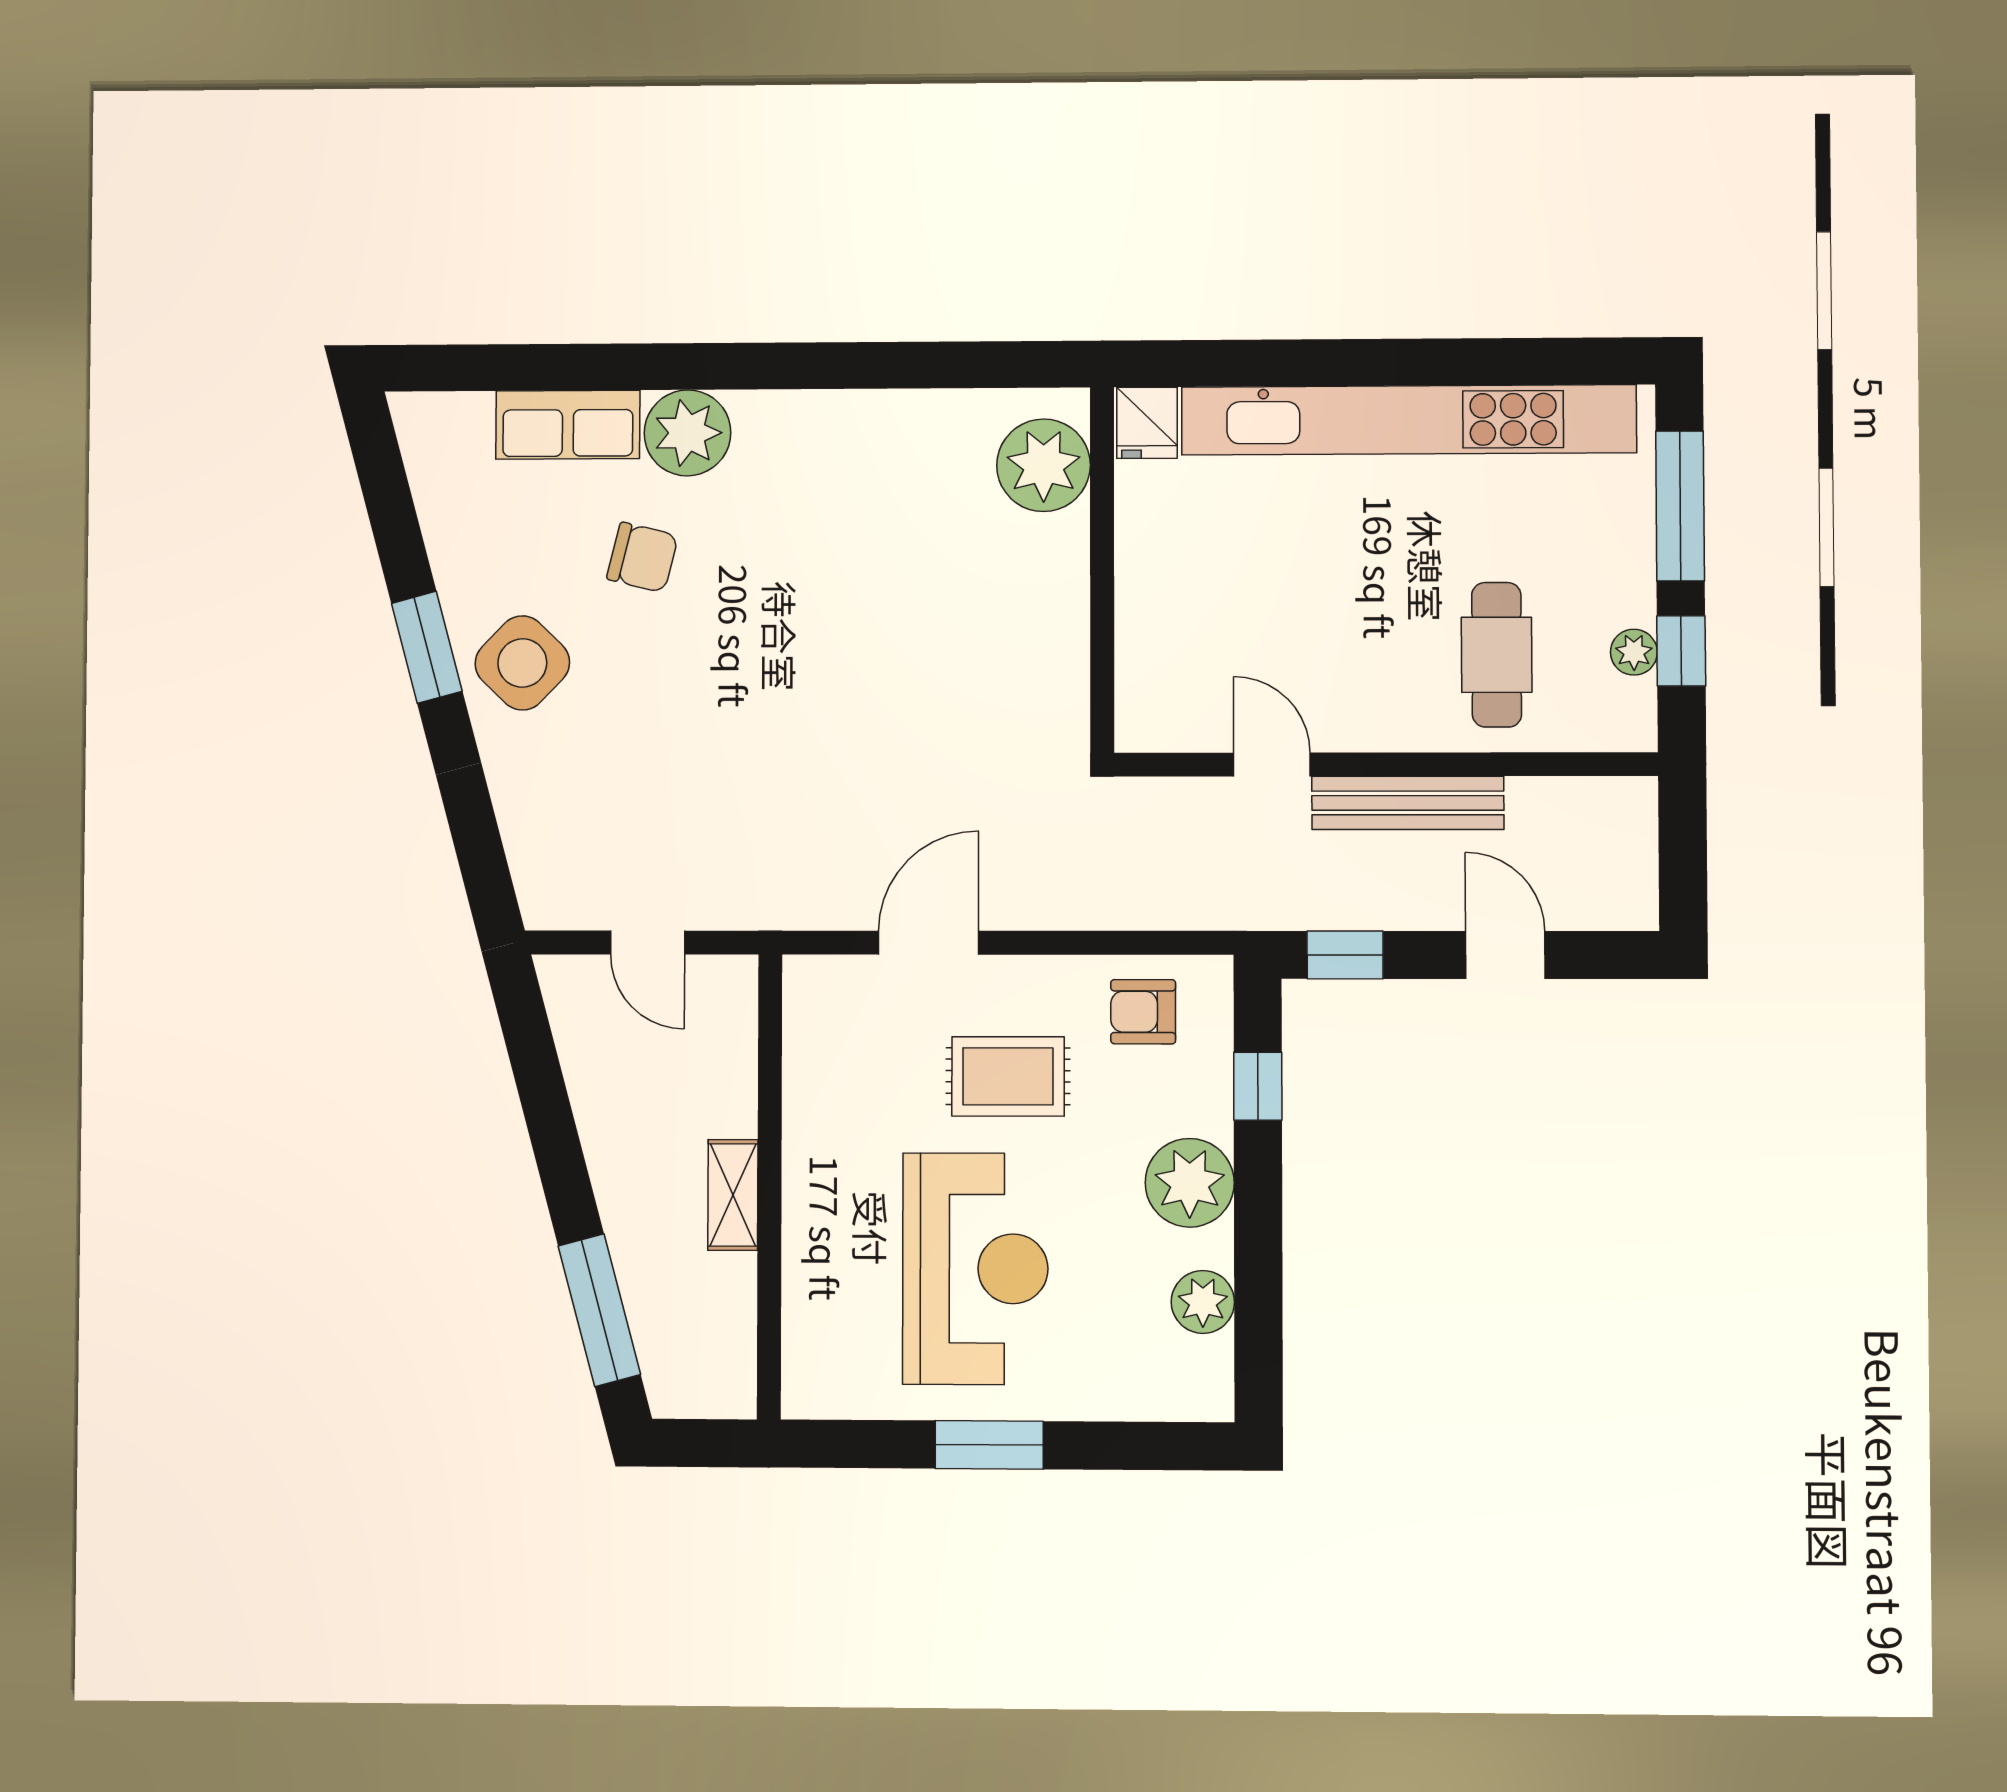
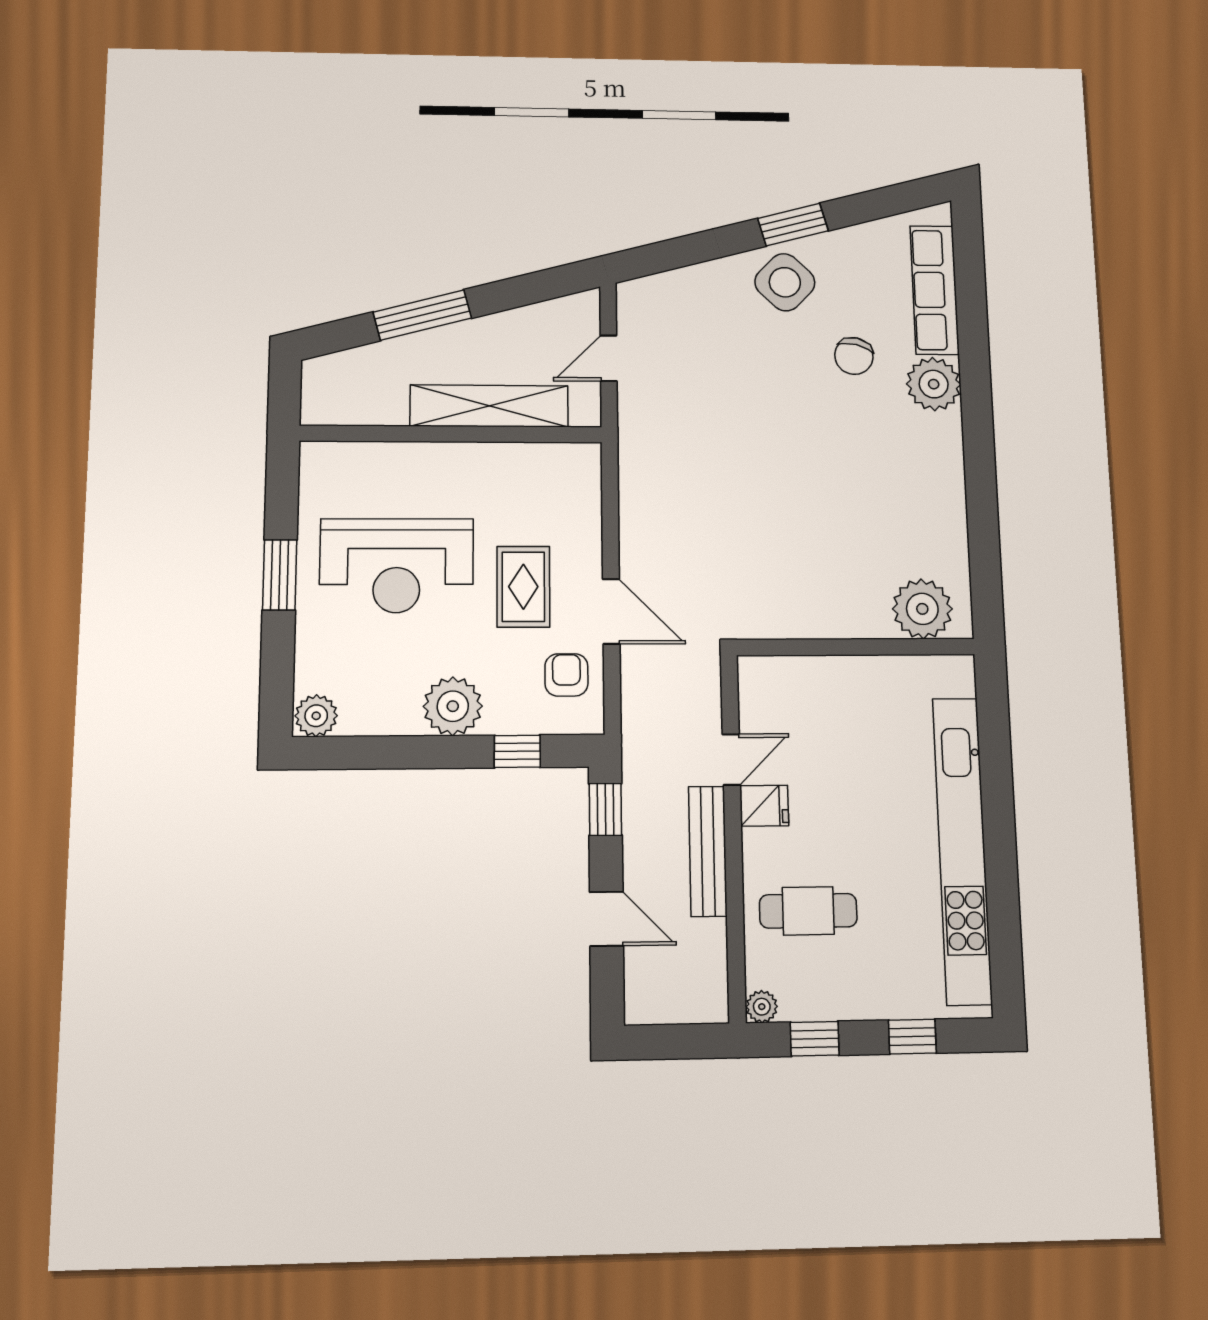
fridge: (1147, 423) -> (764, 806), moved, turned 180
row of seats: (568, 425) -> (935, 290), width x1.48
window: (1680, 506) -> (912, 1037), width x0.46
plant: (1634, 652) -> (762, 1007), moved
door: (929, 943) -> (611, 611), moved
door: (1505, 955) -> (606, 919), hinge flipped
shelving: (733, 1195) -> (489, 406), width x2.20, depth x1.33
plant: (1203, 1302) -> (316, 716), moved
window: (599, 1310) -> (422, 315), moved

